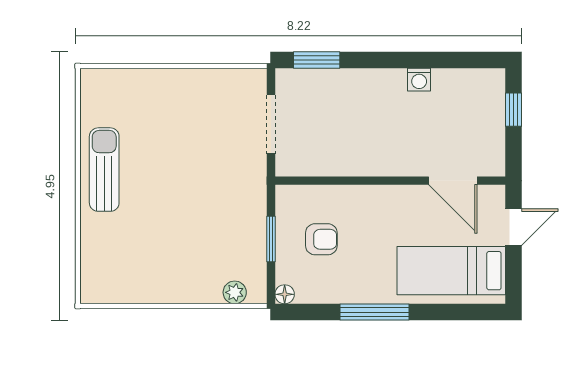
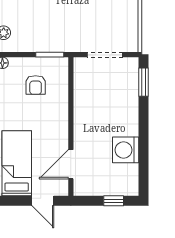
washing machine: (419, 80) -> (126, 150), width x1.89, depth x1.89
window: (271, 239) -> (50, 55), moved

